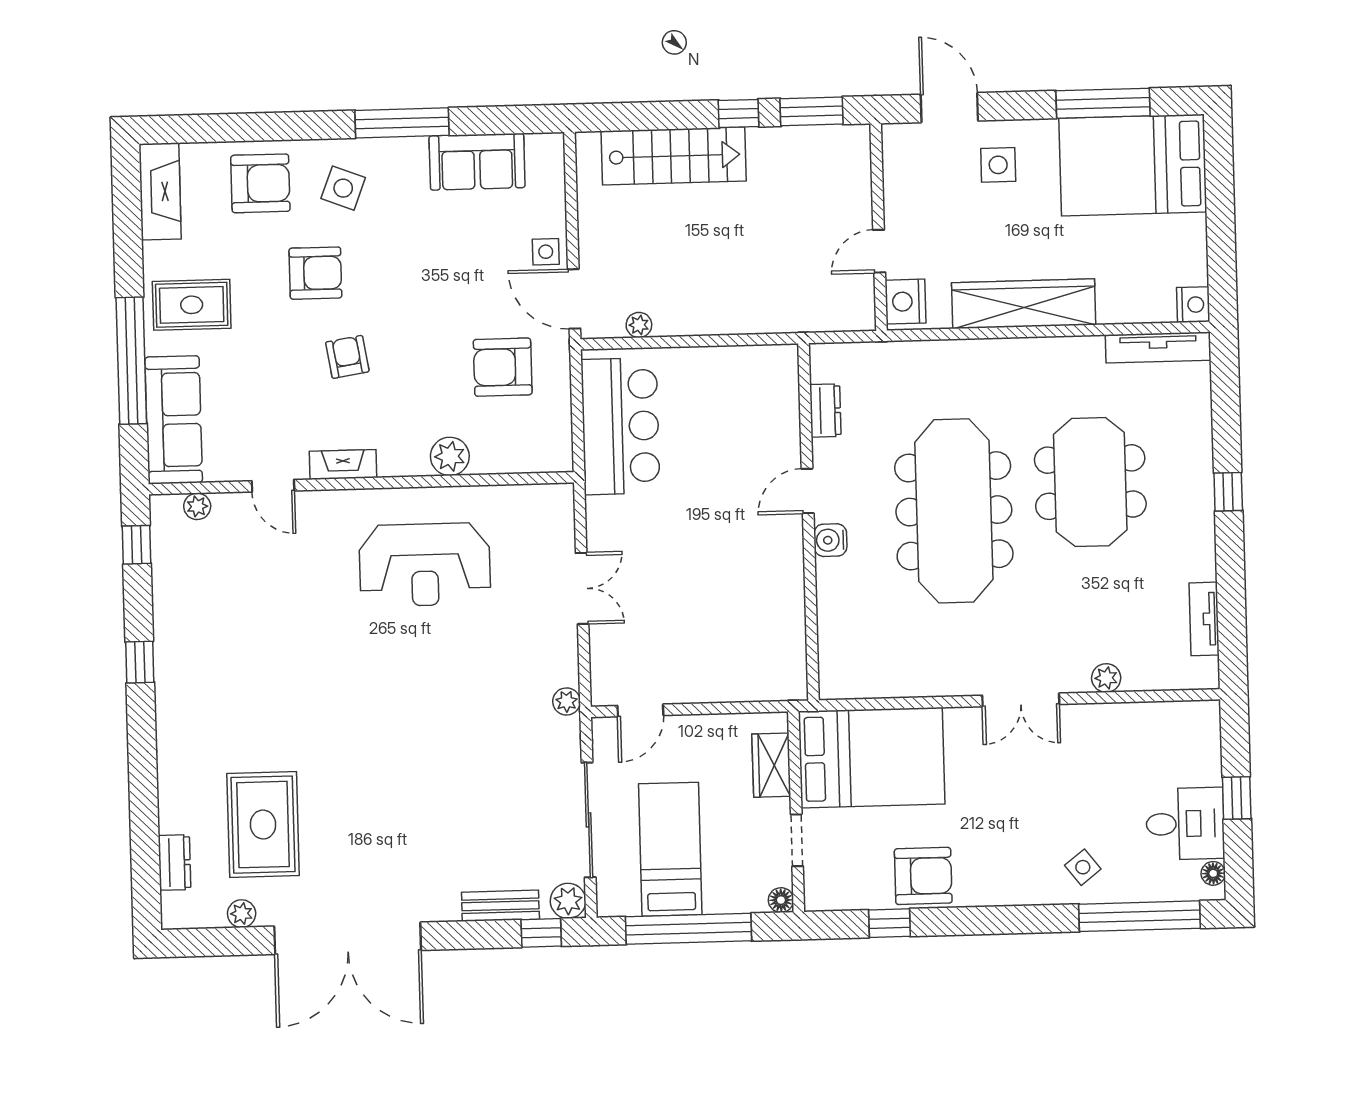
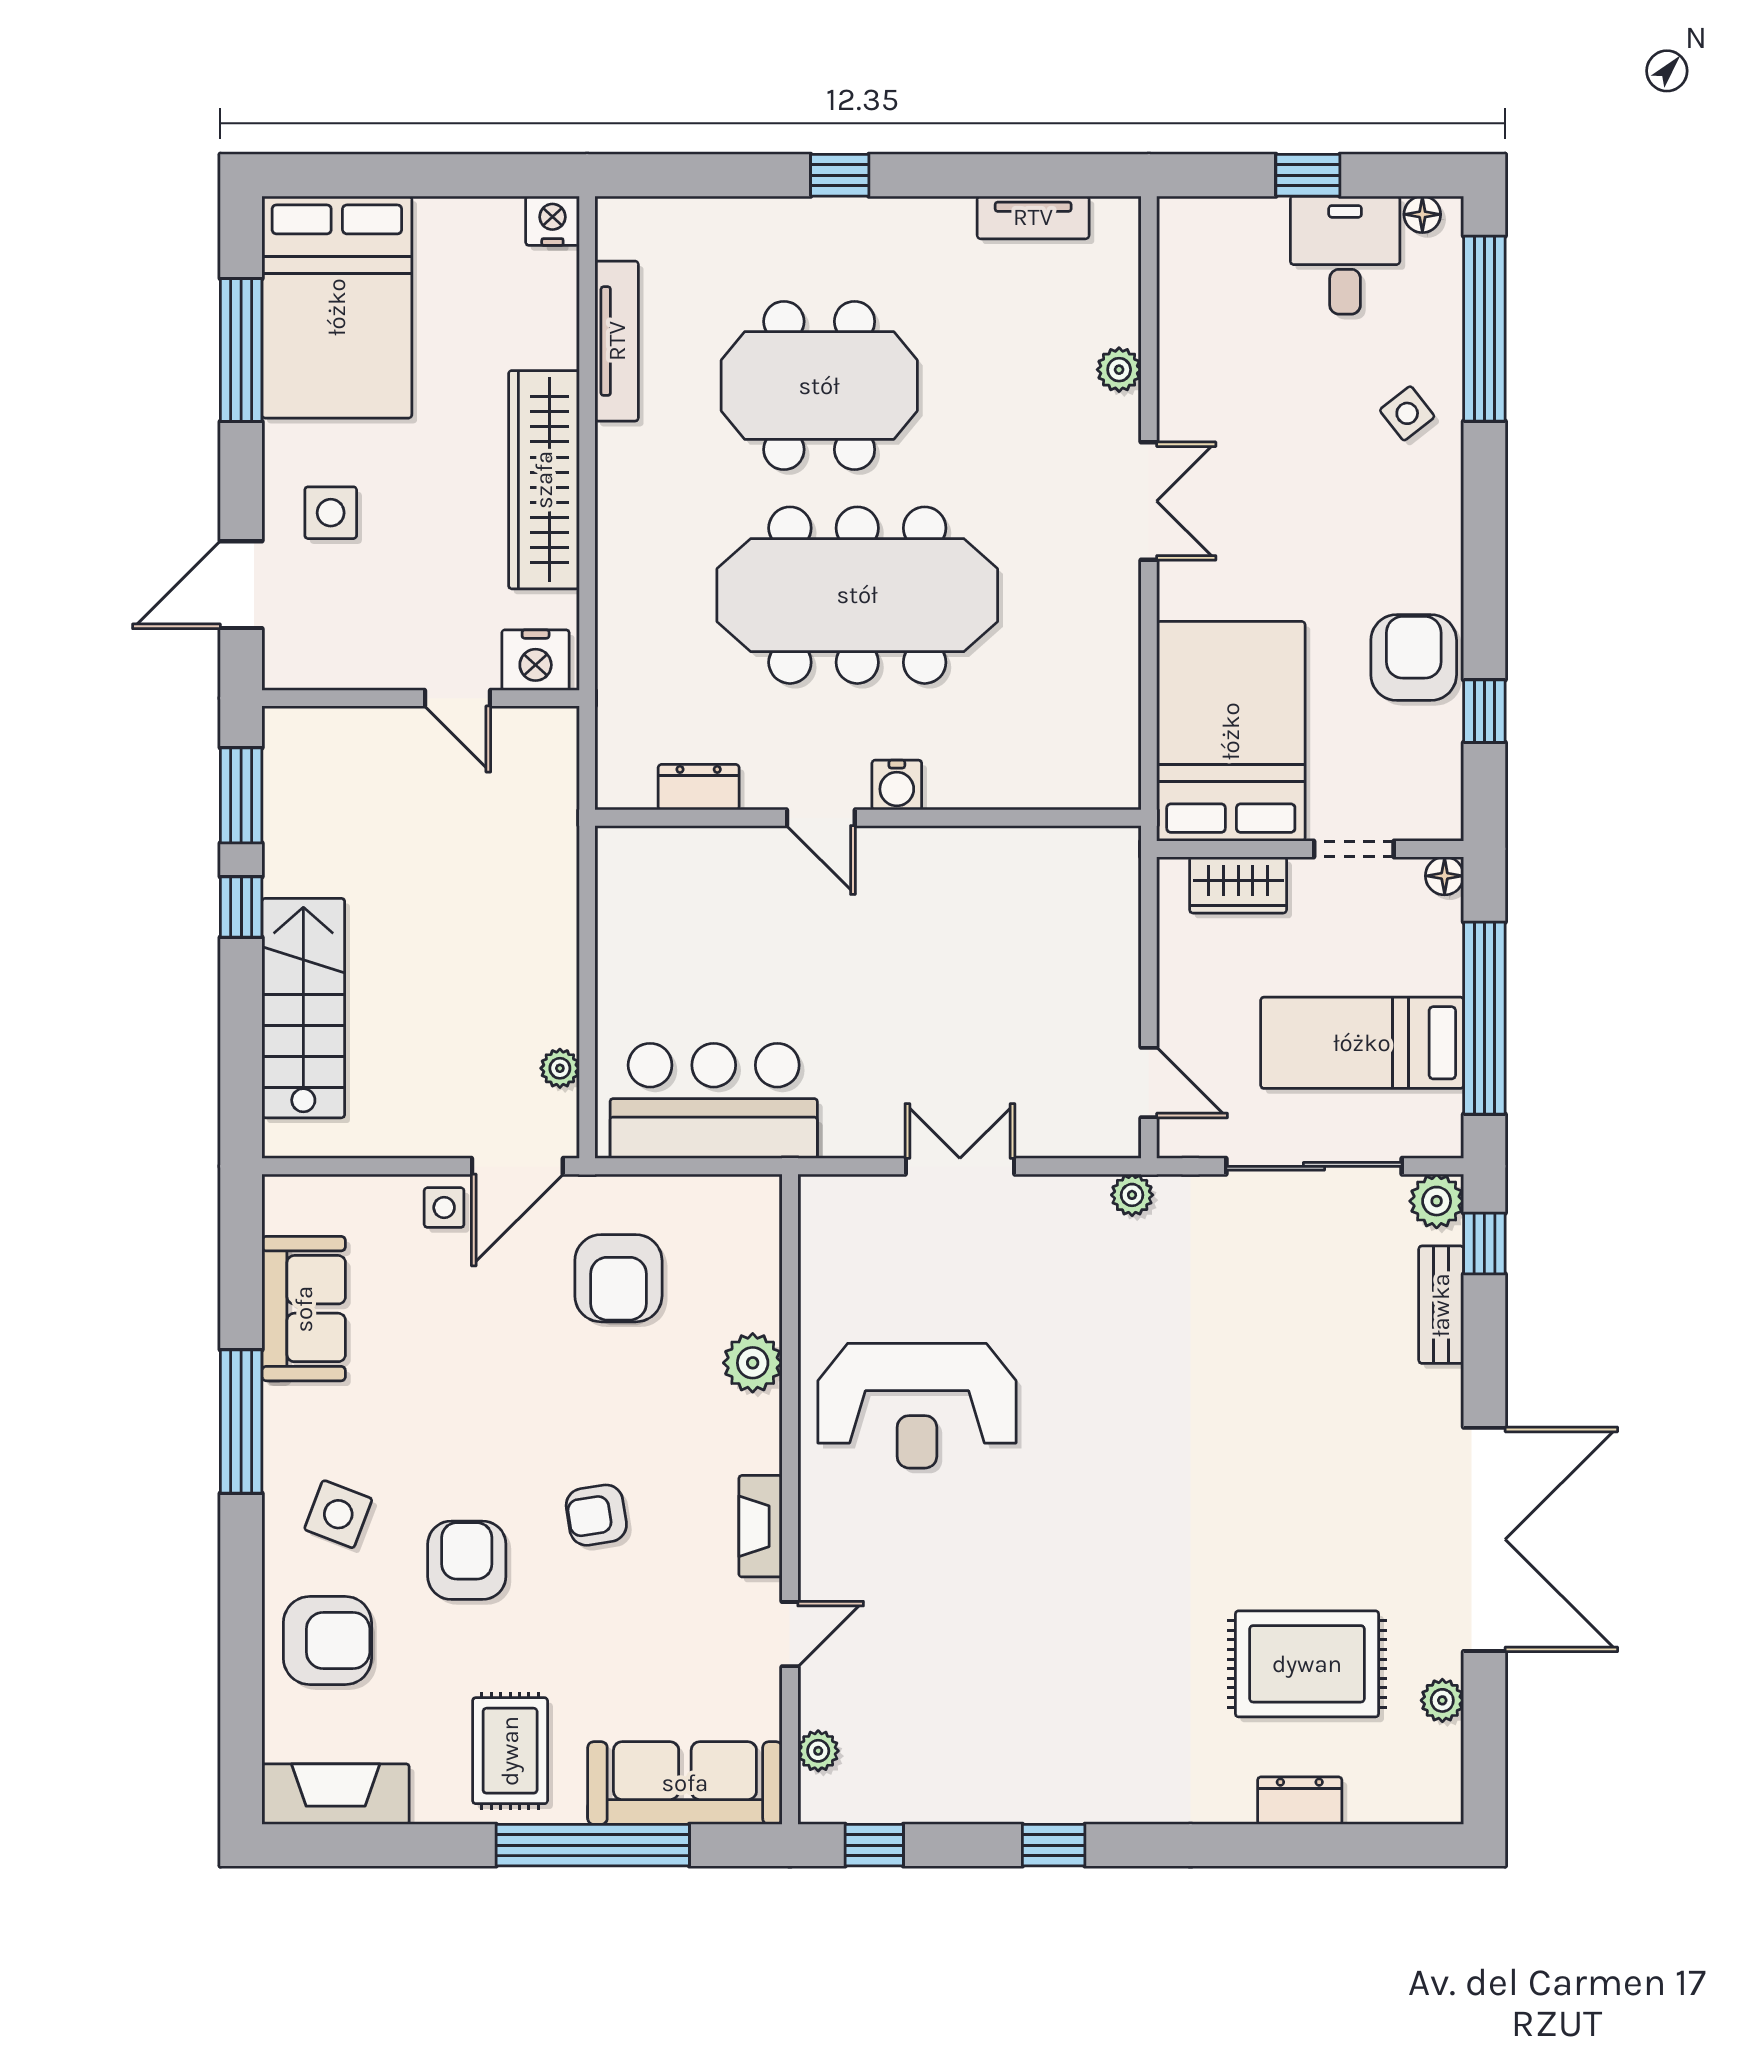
armchair: (260, 183) -> (327, 1640), turned 90
tv unit: (1158, 348) -> (617, 341), moved
reception desk: (425, 565) -> (917, 1406), turned 90
dresser: (175, 862) -> (1300, 1801), moved

